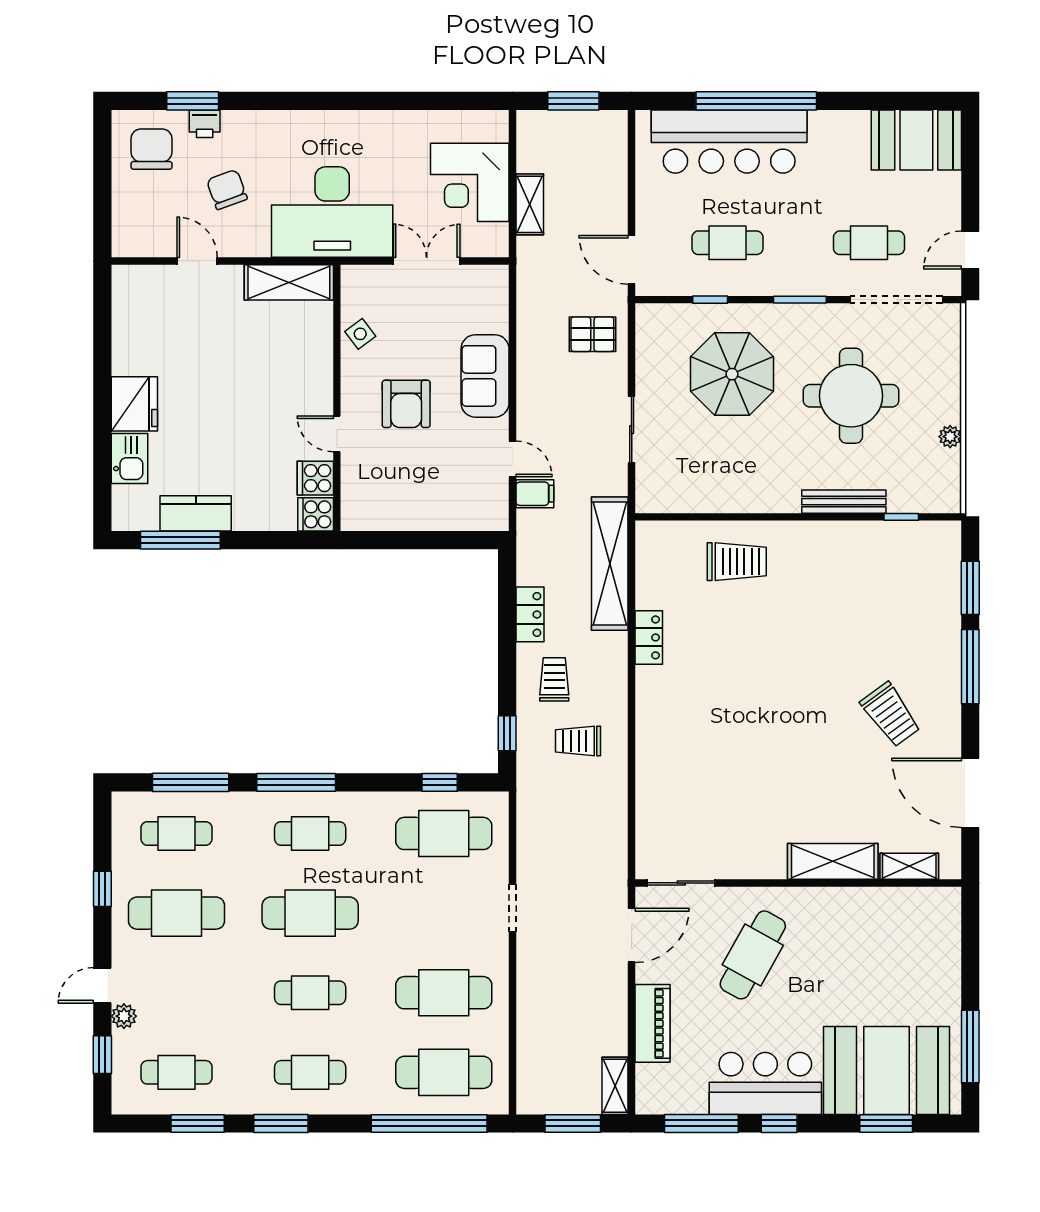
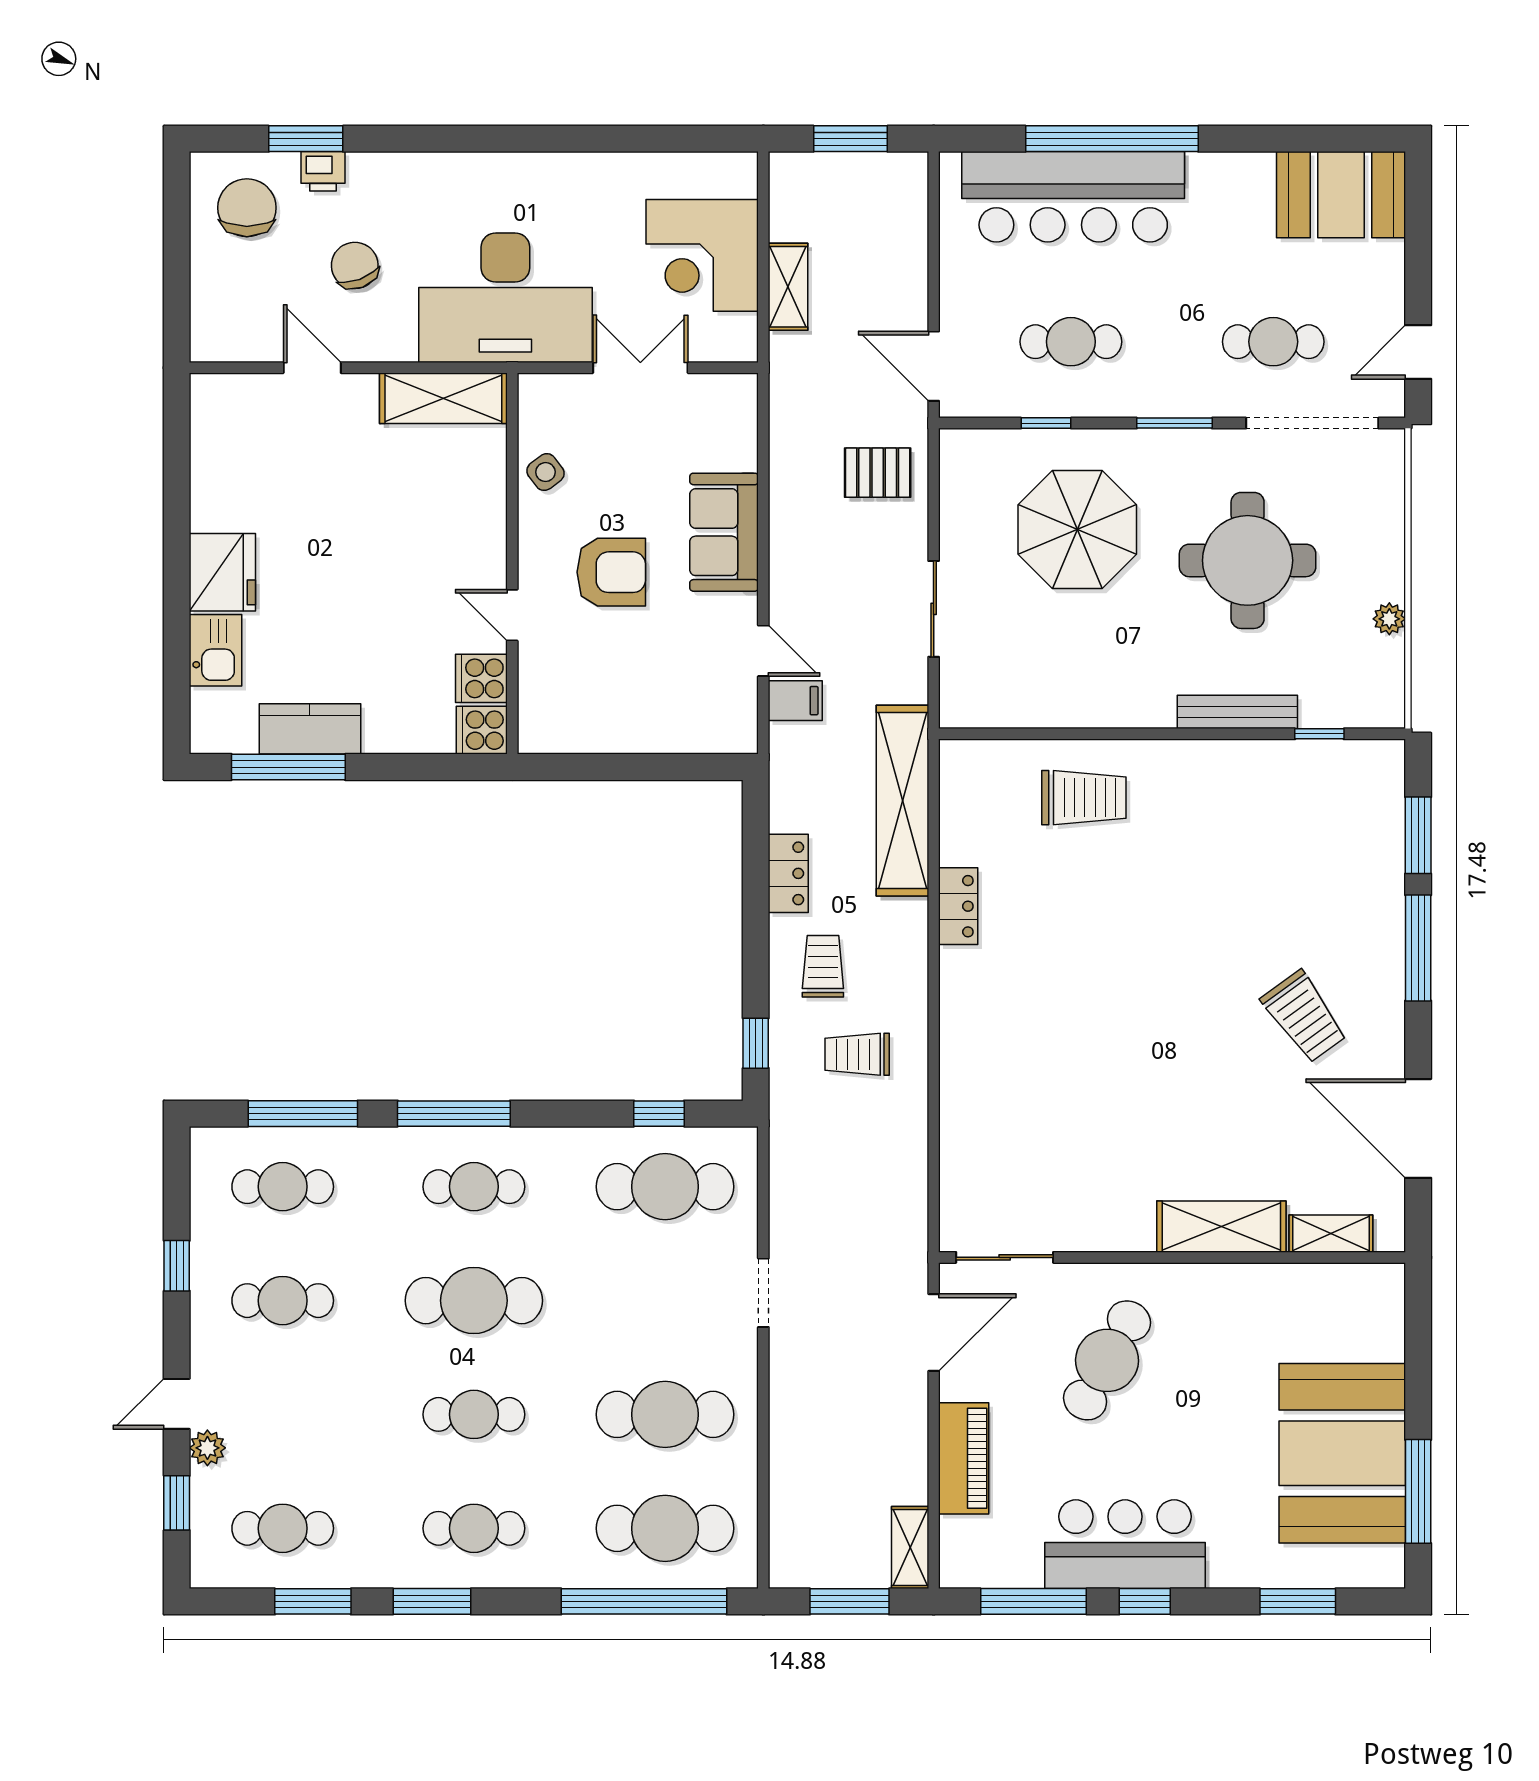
armchair: (406, 404) -> (611, 572), turned -90
cafe table: (176, 913) -> (283, 1301), width x0.73, depth x0.74
booth: (887, 1070) -> (1342, 1453), moved, turned 90

